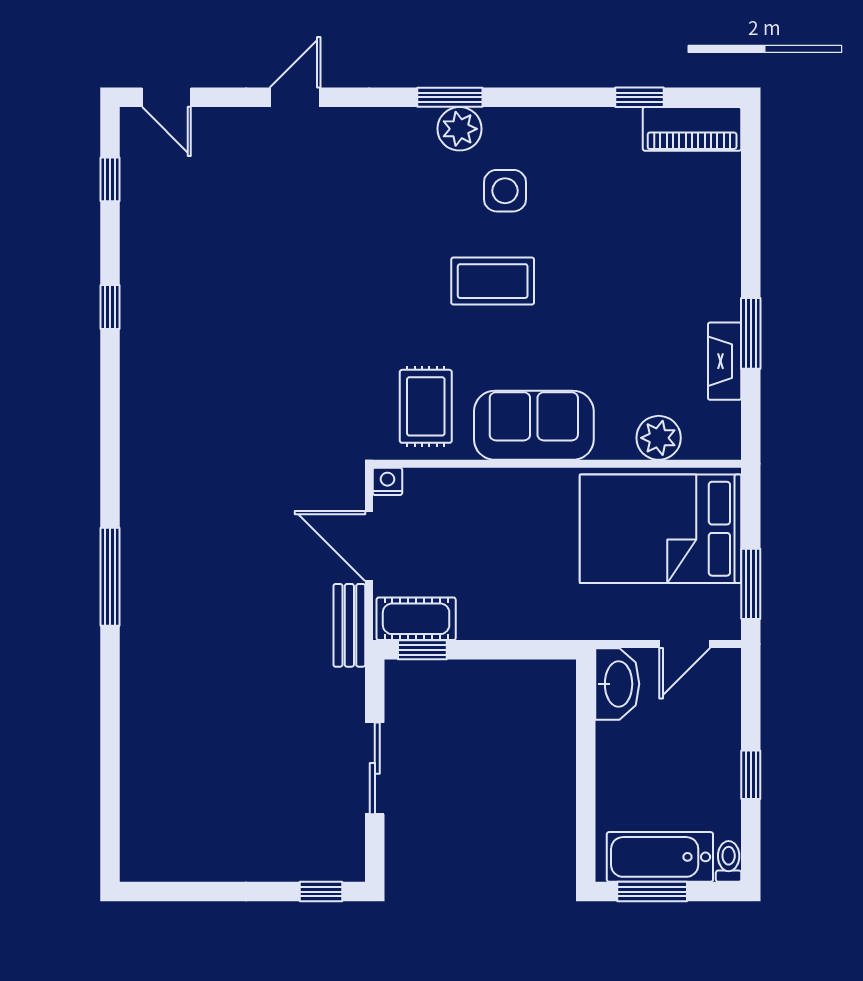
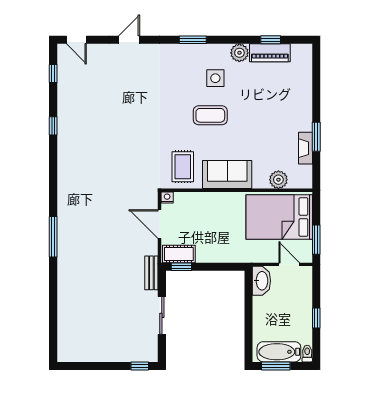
plant: (460, 129) -> (239, 53), moved
piano: (692, 129) -> (270, 53), moved
bench: (349, 625) -> (151, 273), moved
door: (685, 644) -> (289, 264), swing flipped

